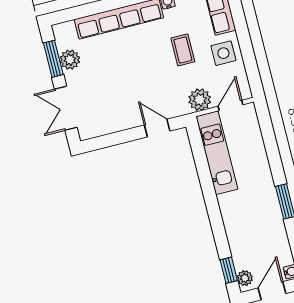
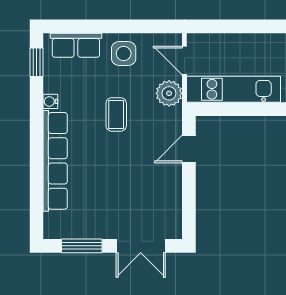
coffee table: (183, 50) -> (116, 114), moved, turned 90
plant: (70, 60) -> (87, 228), removed

